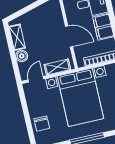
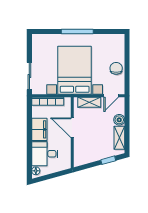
window: (23, 11) -> (108, 160), added
chair: (42, 124) -> (116, 68), moved

